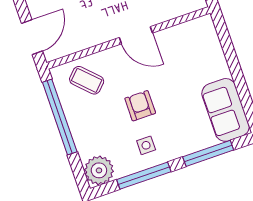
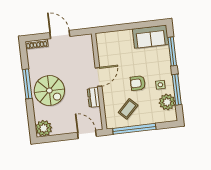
dresser: (99, 35) -> (94, 97), added
coffee table: (87, 80) -> (128, 109), moved
plant: (99, 170) -> (167, 102), moved

